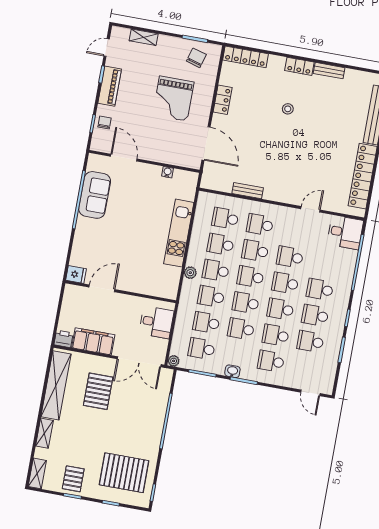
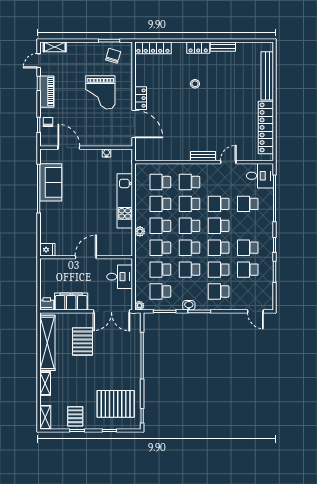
shelving: (144, 37) -> (55, 47), moved
locker: (223, 100) -> (141, 98), moved
bench: (248, 191) -> (203, 156), moved
door: (102, 288) -> (86, 257), moved
school desk: (320, 289) -> (248, 204), moved

